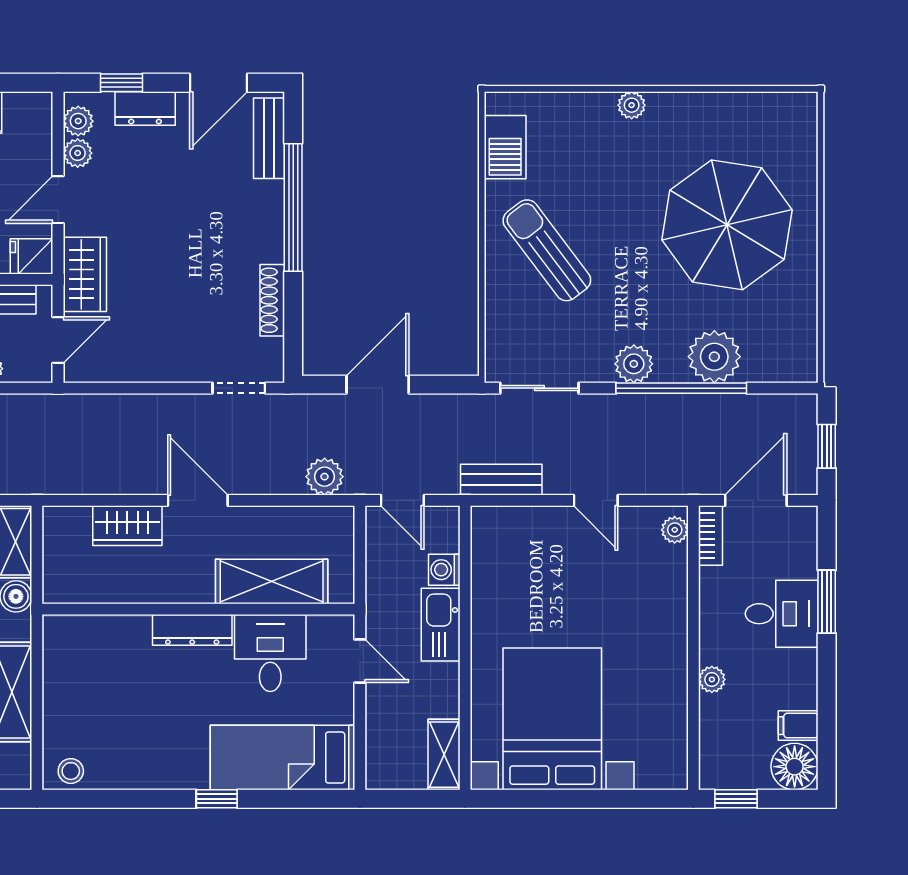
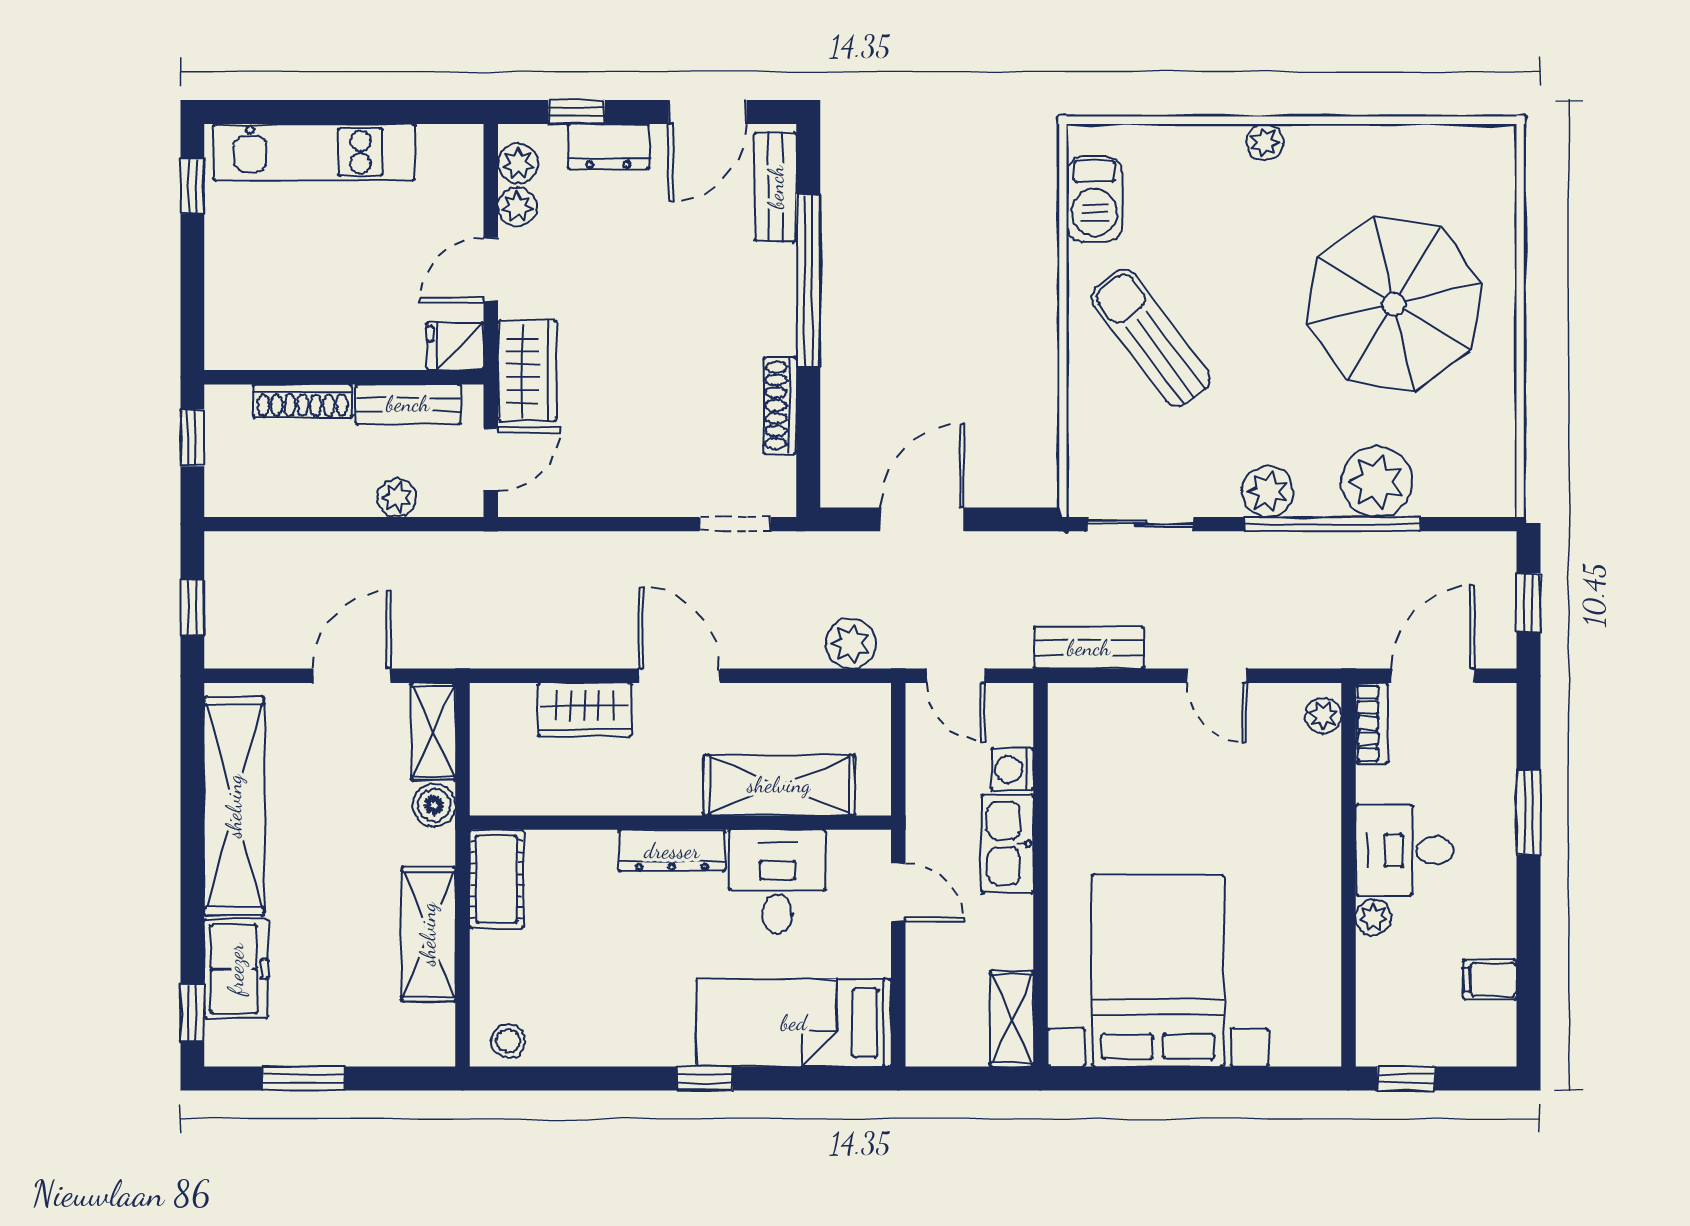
desk: (782, 614) -> (1404, 850), moved, turned 180
cot: (62, 651) -> (496, 879), added
floor lamp: (795, 767) -> (1485, 1035), removed

